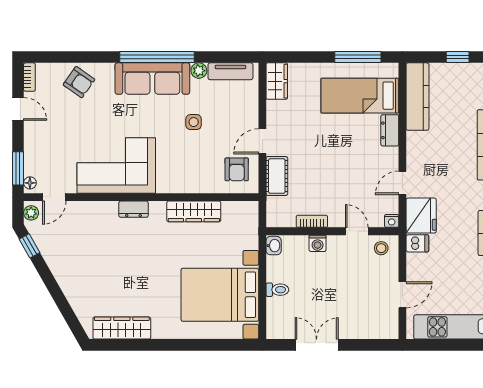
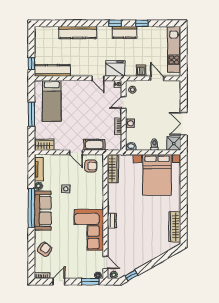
window: (358, 57) -> (31, 114), moved
window: (458, 57) -> (31, 64), moved
dresser: (390, 130) -> (70, 85), removed
wardrobe: (194, 211) -> (113, 169), moved
dishwasher: (417, 243) -> (141, 70), moved
shower: (279, 326) -> (174, 144), added

